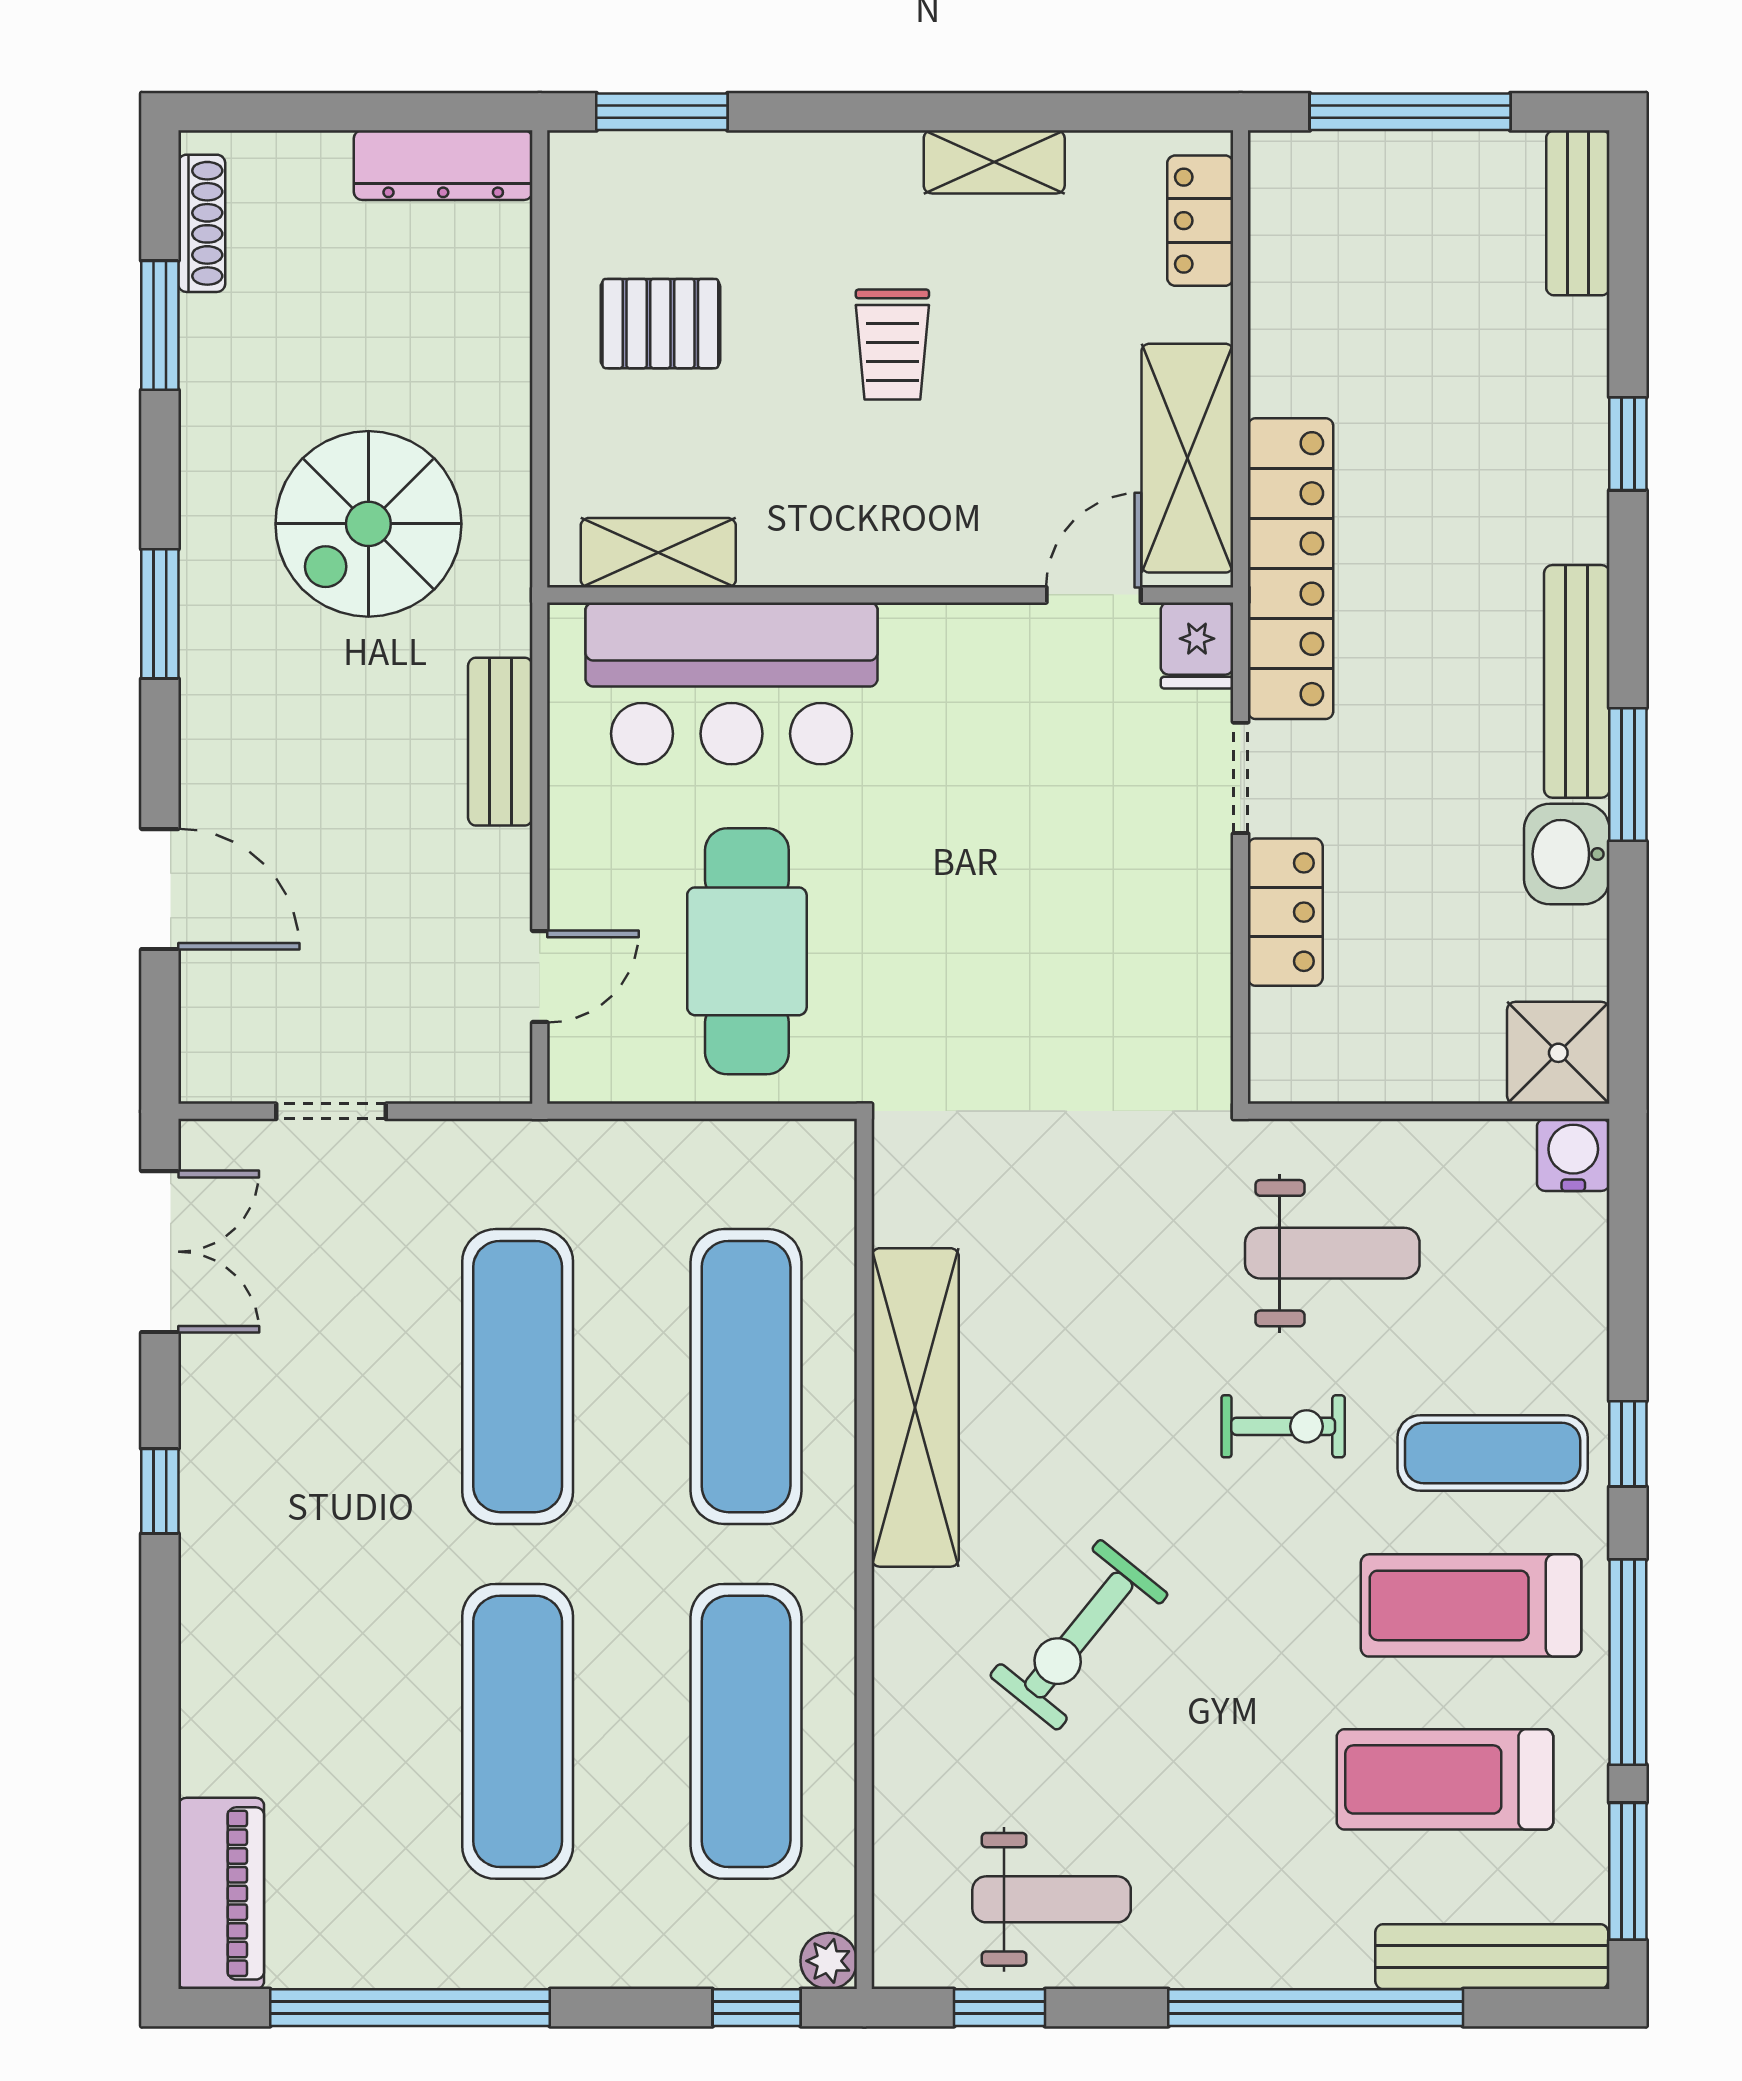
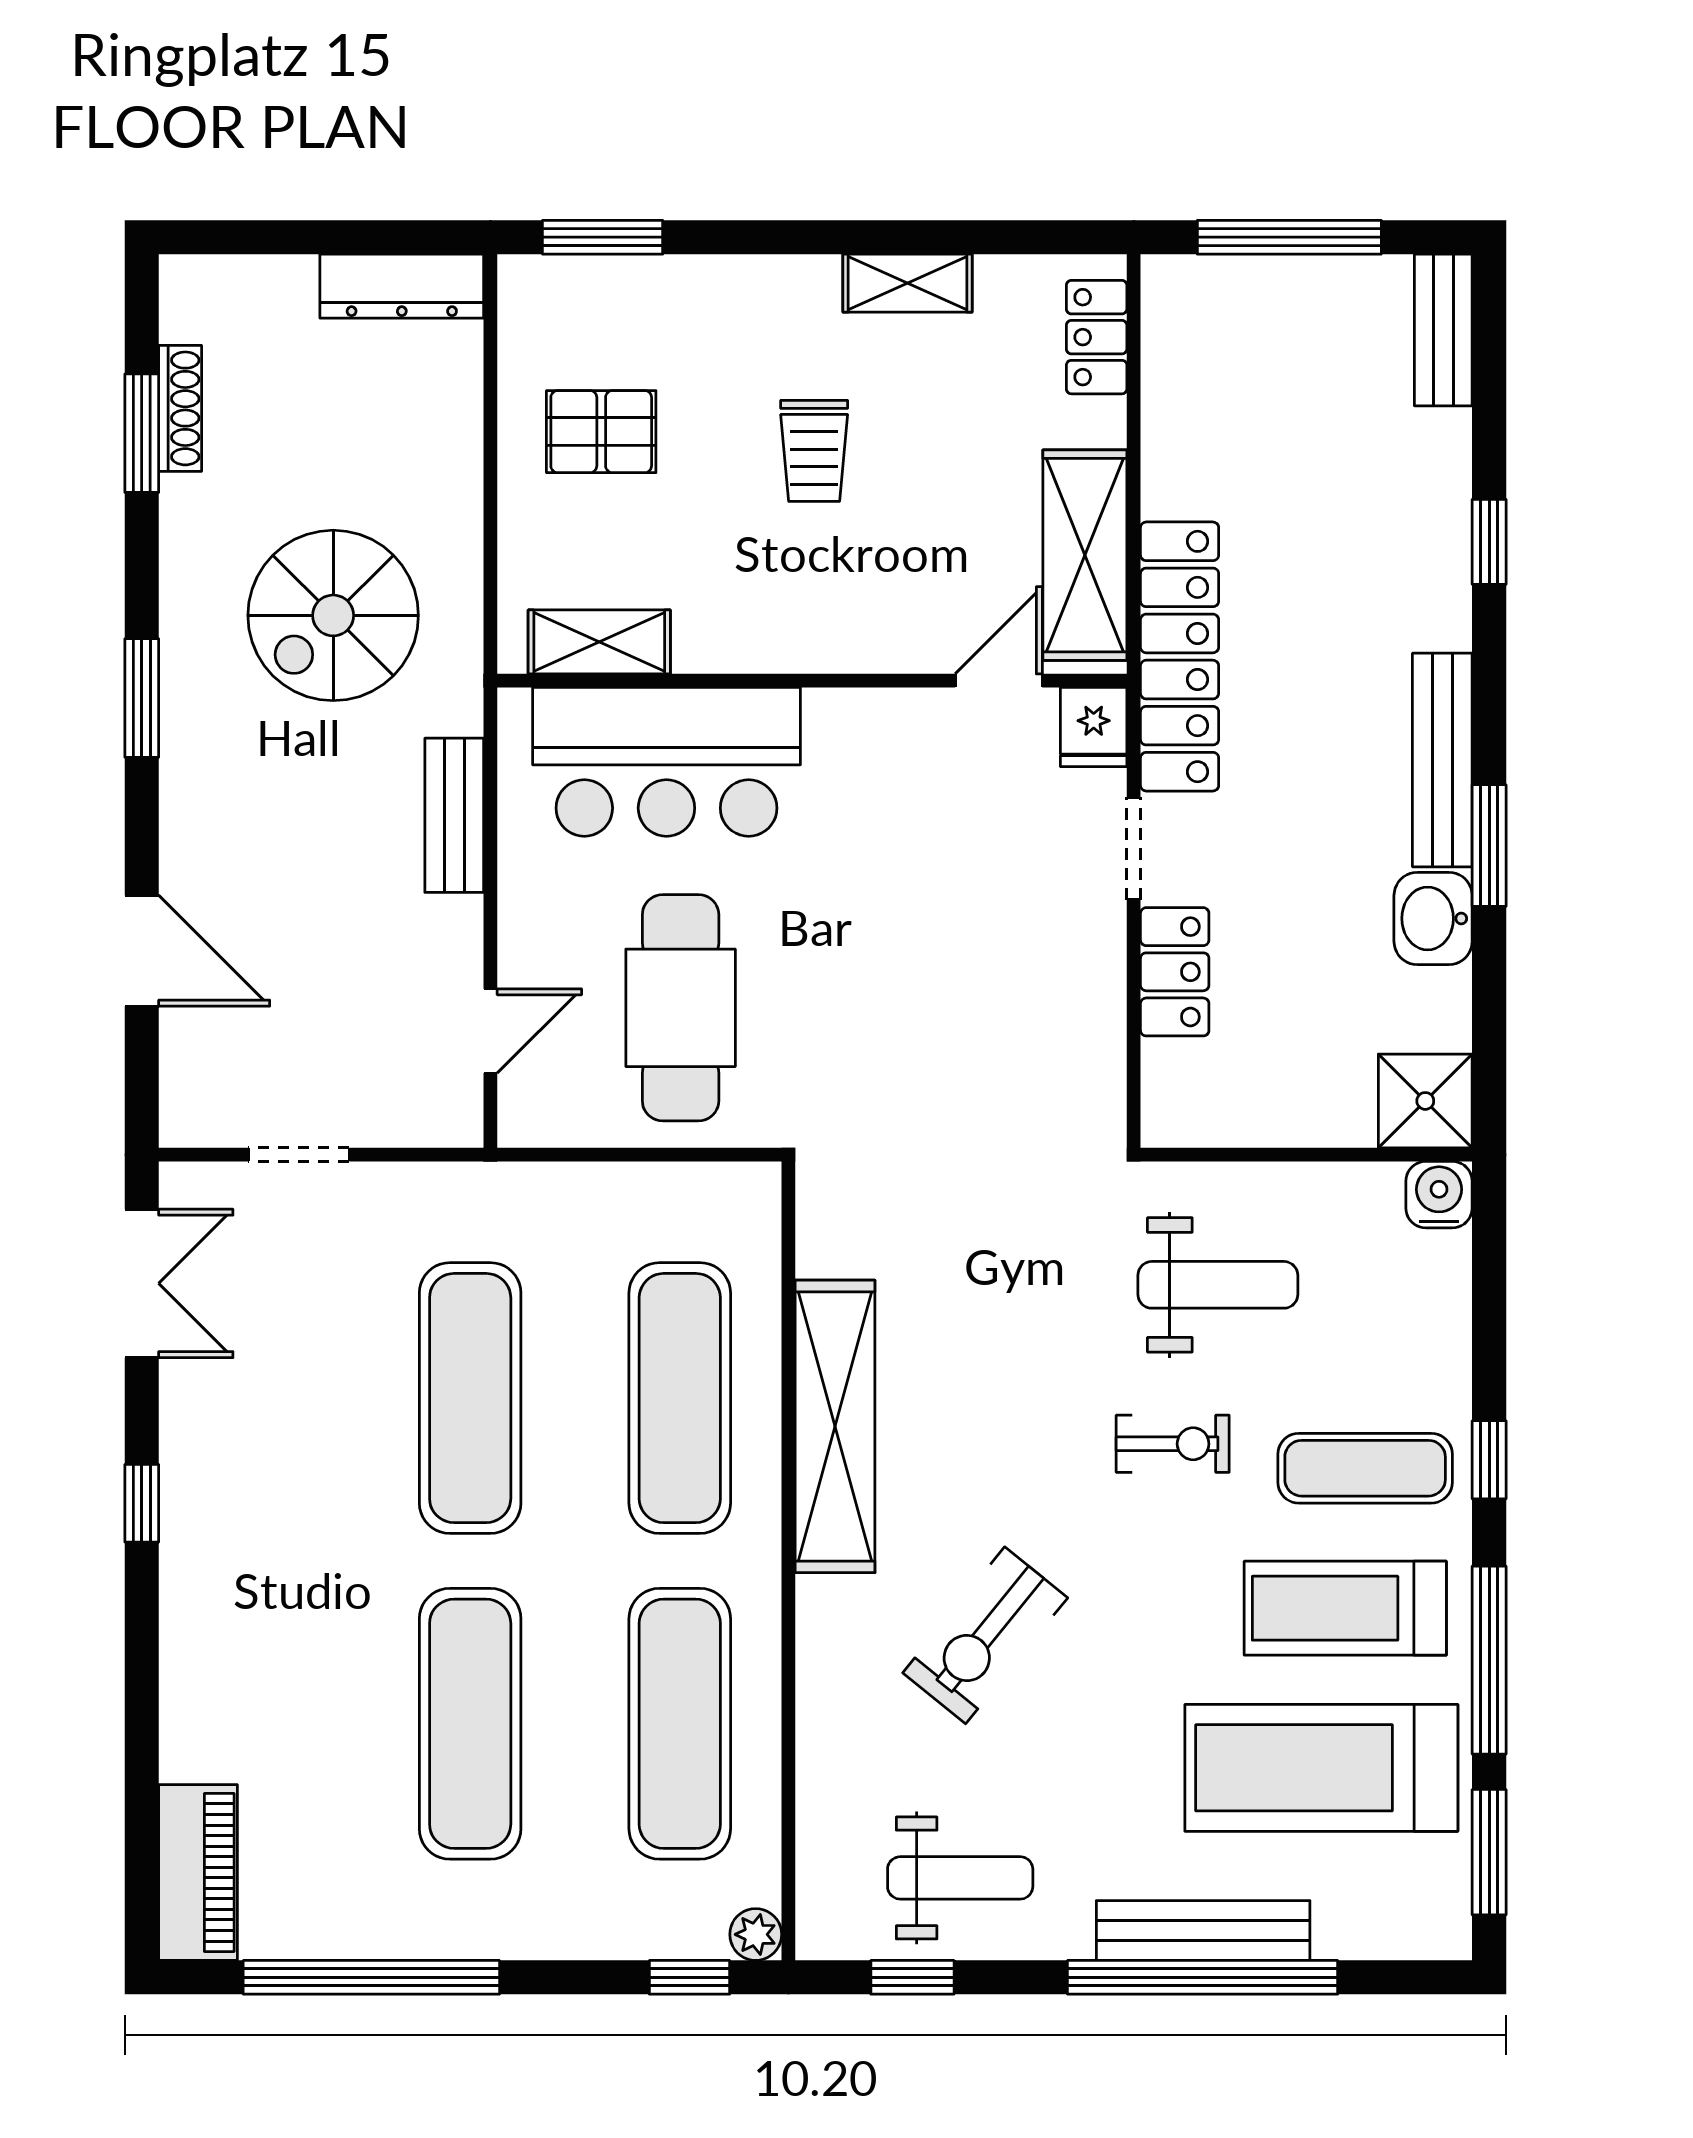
shoe rack: (202, 223) -> (180, 408), moved
treadmill: (1445, 1779) -> (1321, 1768), width x1.37, depth x1.38
bench: (1492, 1957) -> (1203, 1930), moved

